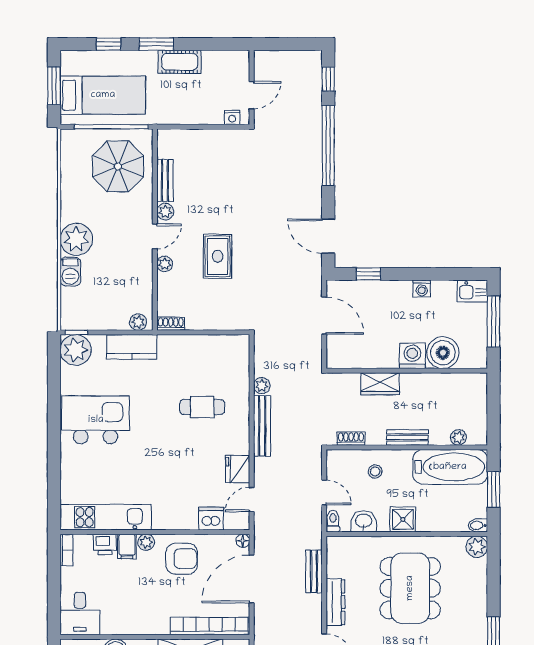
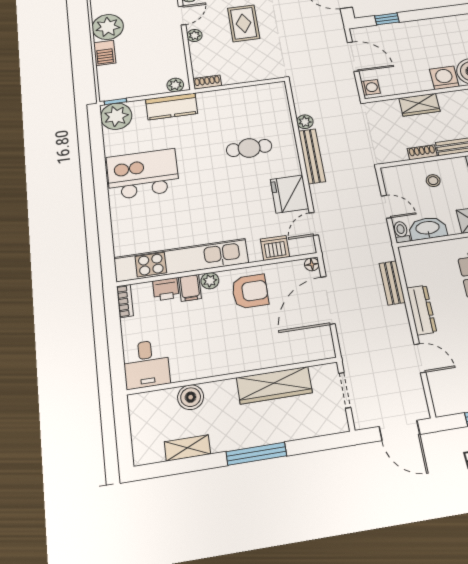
washing machine: (422, 289) -> (370, 87), moved, turned -90
shoe rack: (351, 439) -> (422, 152), moved
fridge: (238, 469) -> (289, 194), width x1.36, depth x1.34
kitchen unit: (106, 517) -> (181, 260), width x1.36
washbasin: (364, 521) -> (428, 228), width x1.38
bookcase: (209, 626) -> (291, 355), removed

